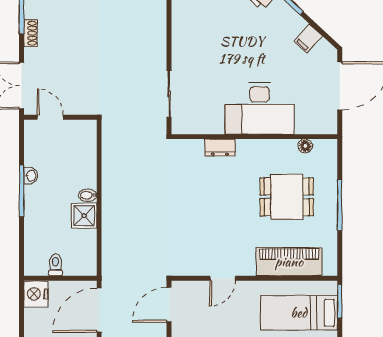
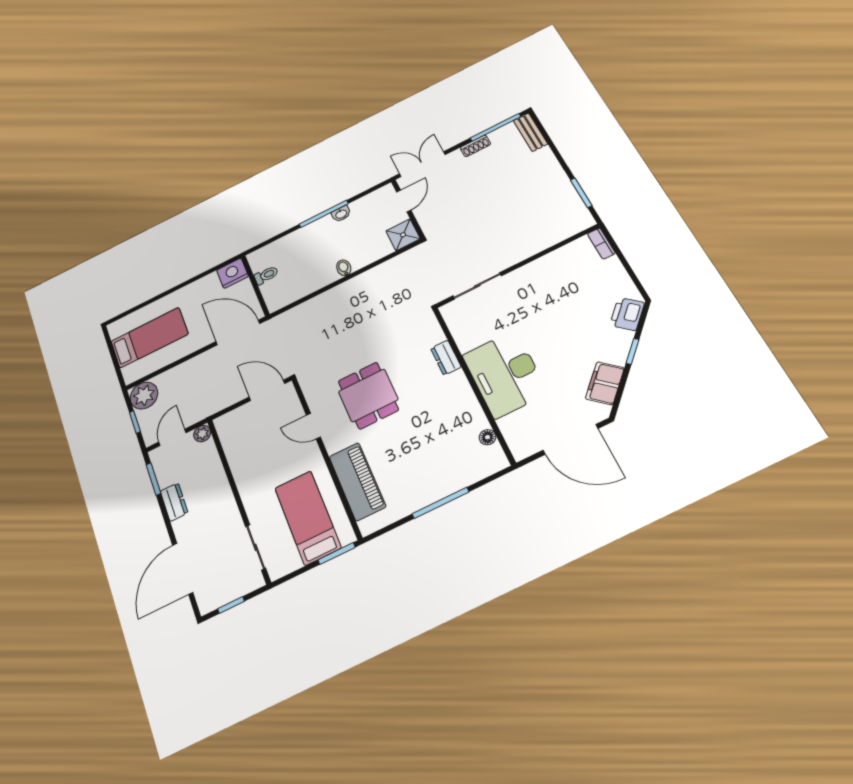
filing cabinet: (308, 39) -> (605, 383), width x2.00
dining table: (287, 197) -> (368, 395), moved
shower: (84, 216) -> (403, 235), moved

